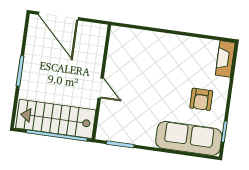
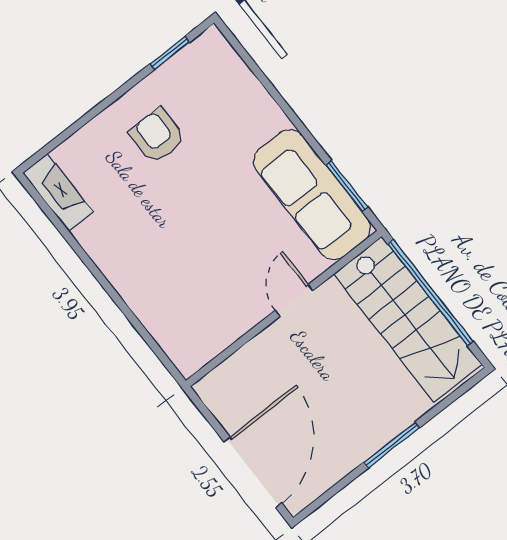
fireplace: (225, 59) -> (58, 192), moved, turned -90
armchair: (201, 99) -> (157, 136), turned -90
sofa: (189, 138) -> (312, 195), moved

